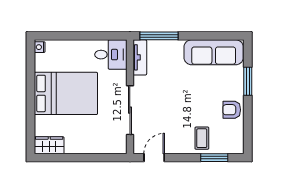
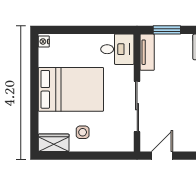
window: (159, 36) -> (167, 30), width x0.69
side table: (77, 135) -> (83, 132), added

